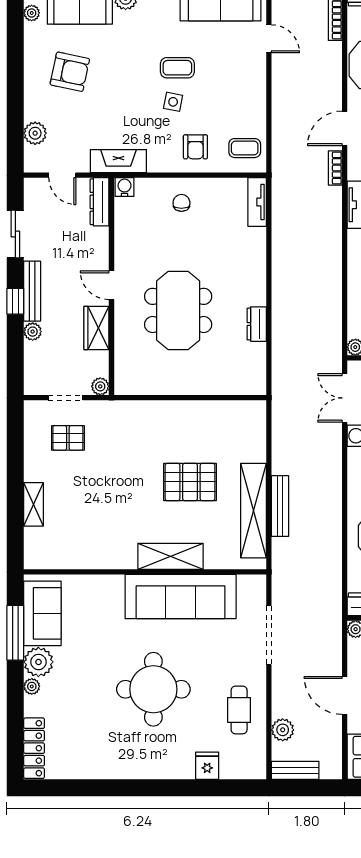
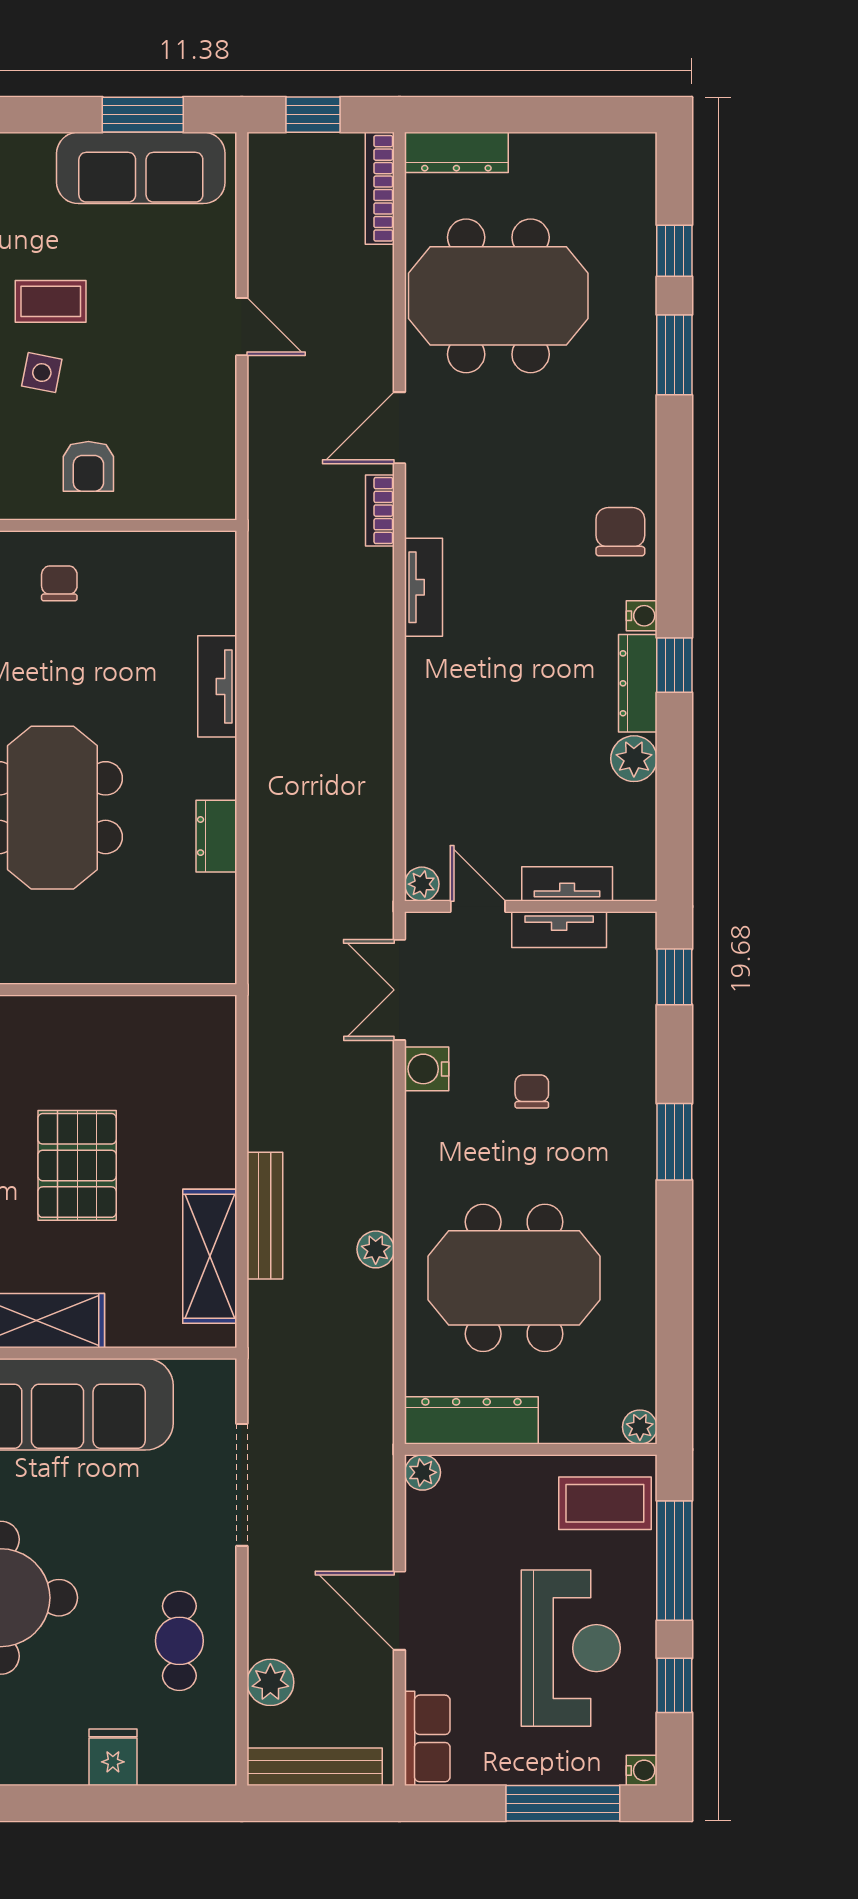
door: (269, 39) -> (242, 327), moved
coffee table: (245, 148) -> (191, 469), removed
tv unit: (257, 202) -> (217, 686), moved
pallet: (190, 482) -> (77, 1165), turned 90
shelving: (254, 511) -> (210, 1256), width x0.68
plant: (333, 522) -> (376, 1249), added
bench: (295, 770) -> (315, 1767), width x1.36

